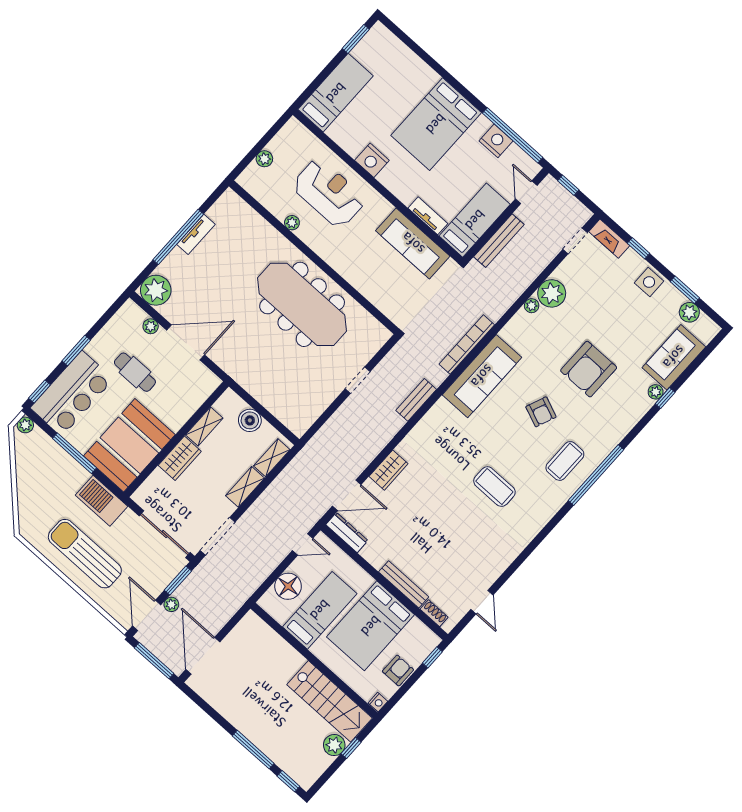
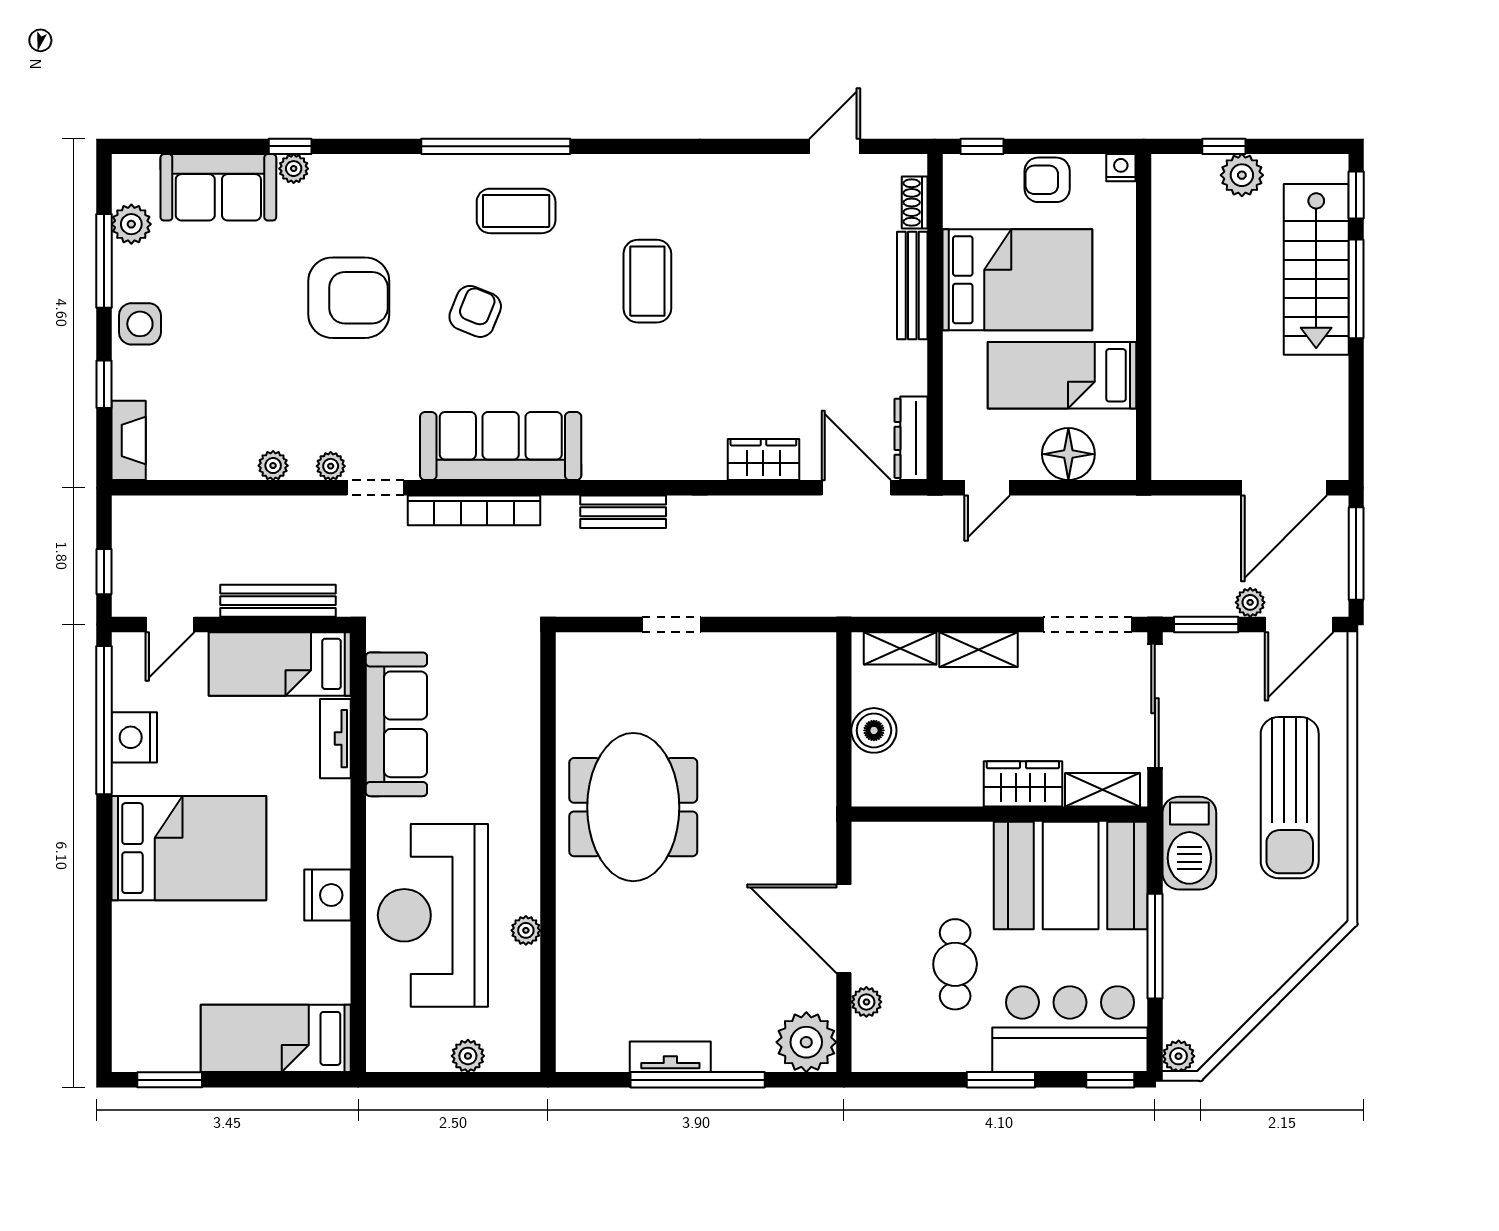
reception desk: (329, 193) -> (433, 915), width x1.36, depth x1.30
doorway: (575, 241) -> (376, 488), moved
window: (685, 290) -> (104, 261), width x1.44
plant: (552, 293) -> (273, 466), width x0.53, depth x0.53
meeting table: (302, 304) -> (633, 807), width x0.73
shelving: (204, 426) -> (1102, 790), moved
door: (303, 544) -> (987, 488), swing flipped
stairs: (330, 701) -> (1316, 269), moved, turned 180

